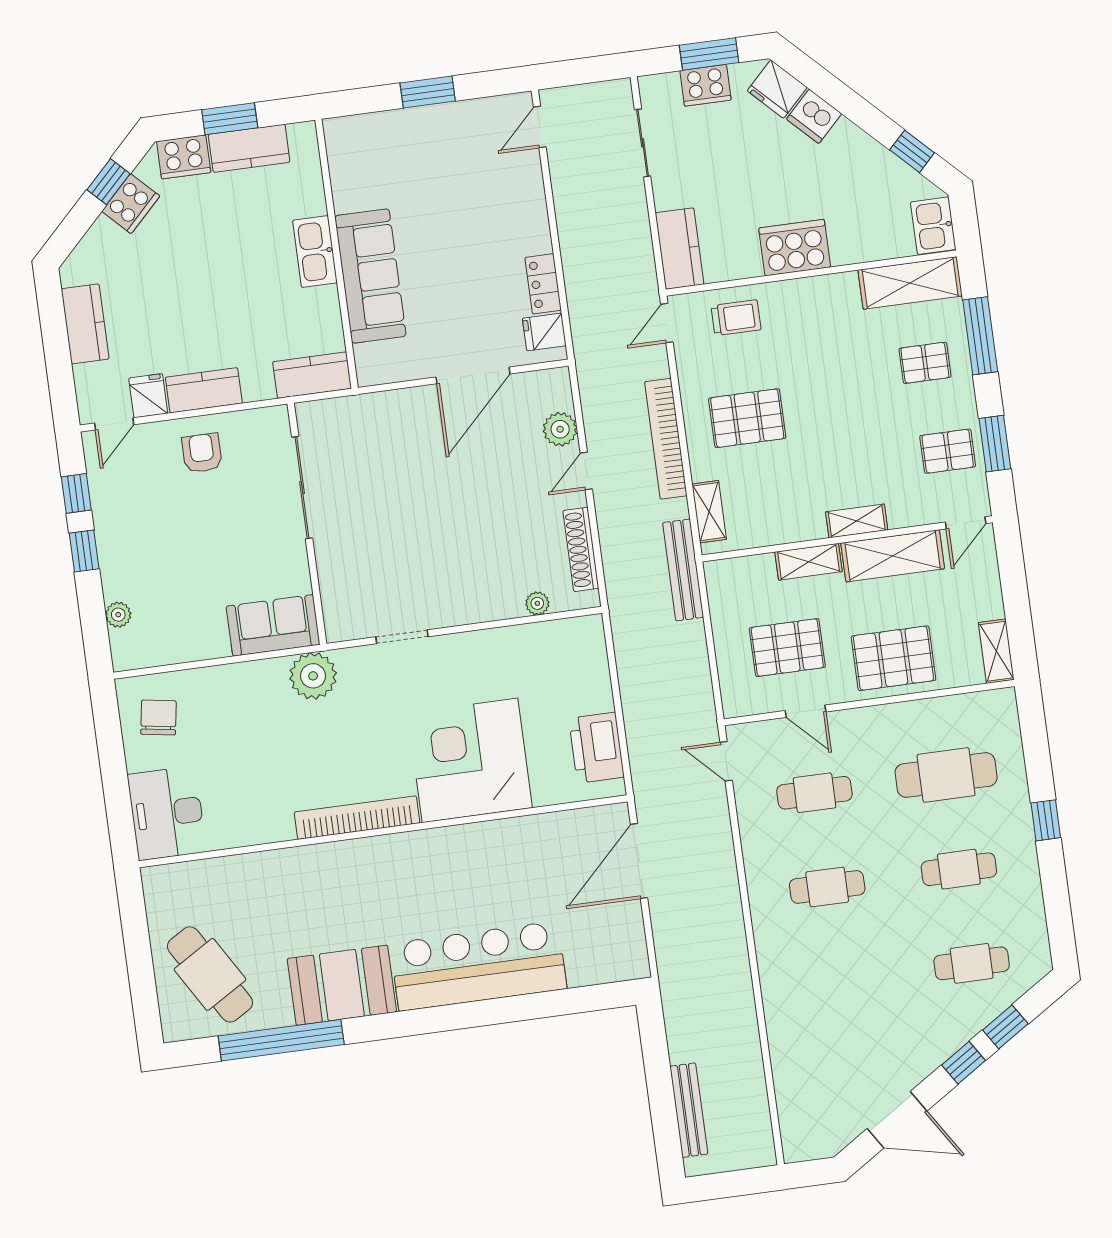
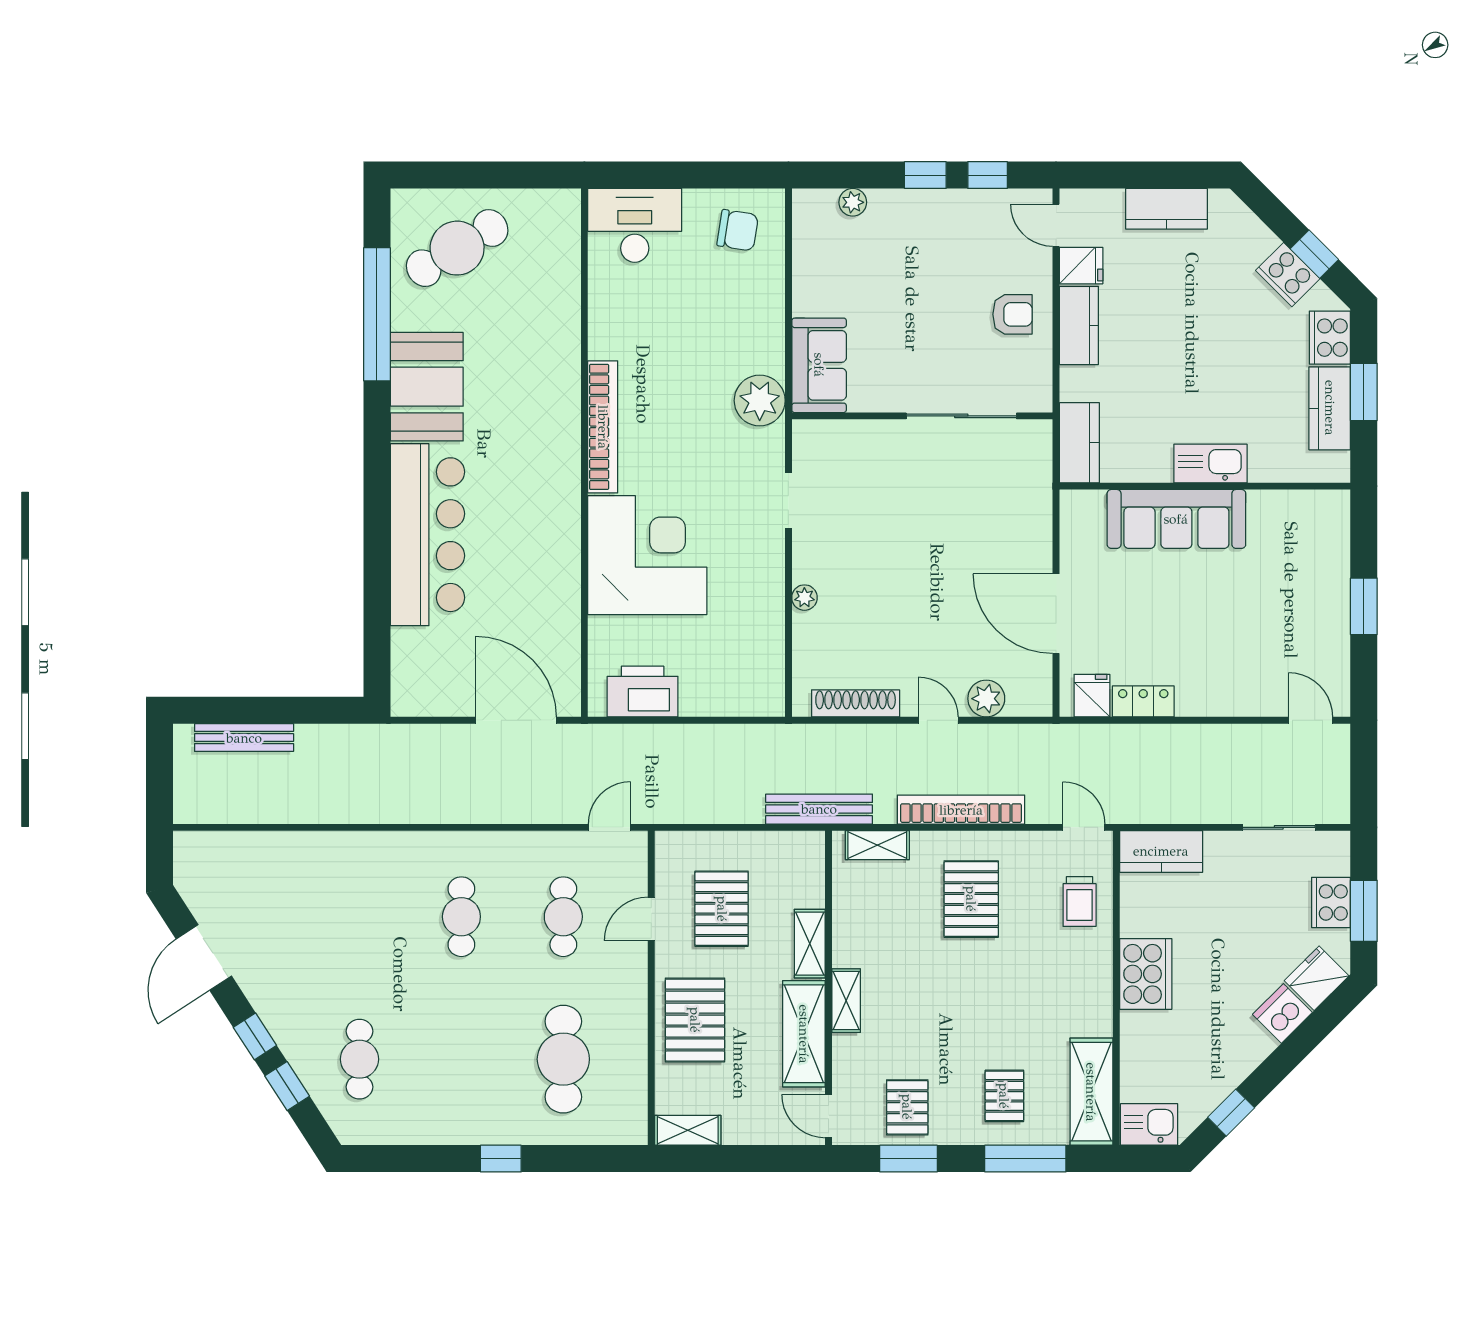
plant: (537, 603) -> (804, 598), moved
cafe table: (959, 869) -> (461, 1059), removed

